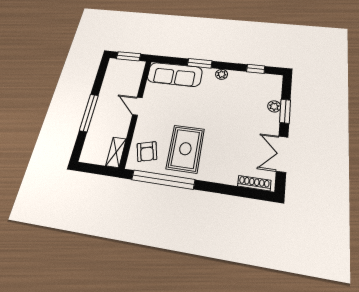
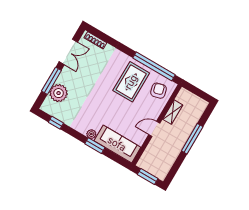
plant: (222, 74) -> (91, 134), moved
door: (137, 106) -> (154, 129), swing flipped
plant: (274, 106) -> (59, 93), width x1.88, depth x1.88
window: (285, 111) -> (51, 81), width x1.44
shelving: (116, 152) -> (173, 112), moved

